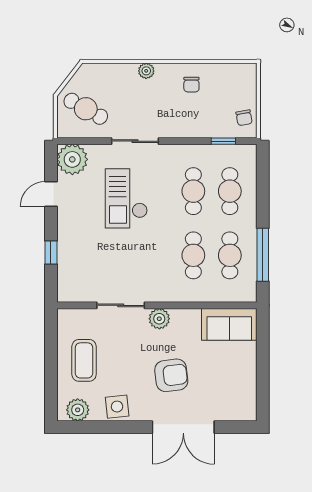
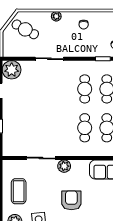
cafe table: (86, 109) -> (25, 29), moved
checkout: (126, 198) -> (44, 93), removed
armchair: (171, 375) -> (71, 200), turned -83

